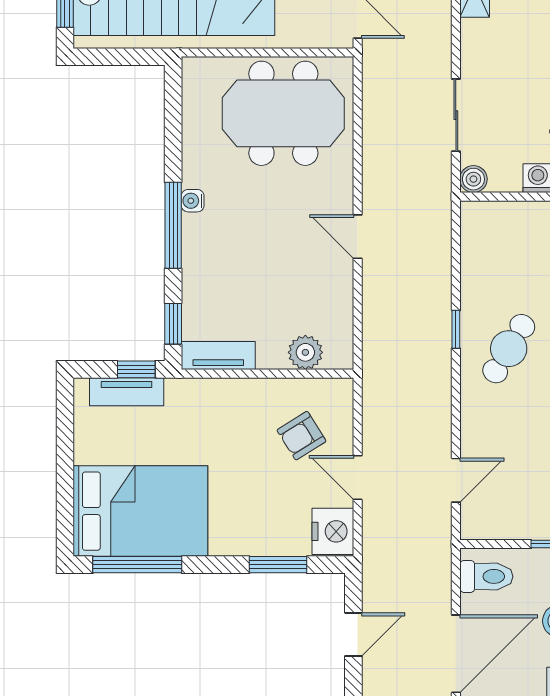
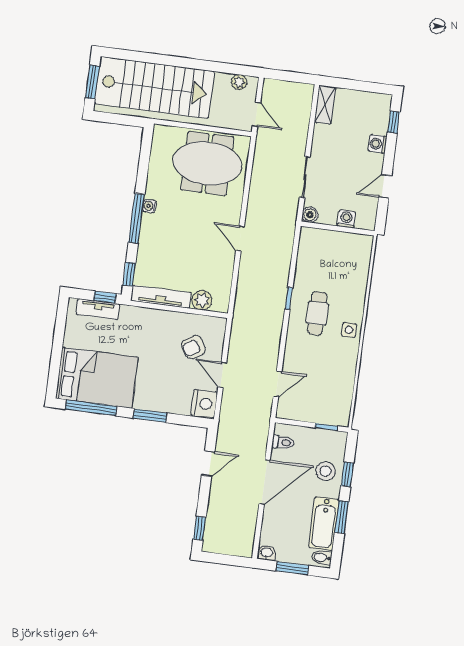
cafe table: (509, 349) -> (317, 313), turned -31
tv unit: (218, 356) -> (161, 297), width x1.41
window: (278, 565) -> (150, 416), moved
toilet: (486, 576) -> (283, 442), width x0.73, depth x0.72

